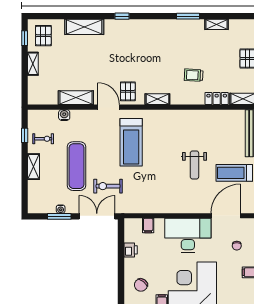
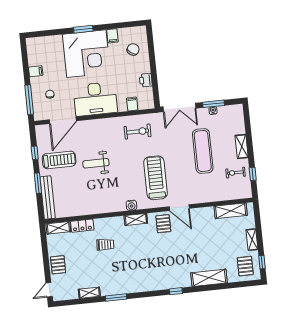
shelving: (76, 98) -> (231, 211), moved
water cooler: (64, 115) -> (131, 205), moved
weight bench: (194, 165) -> (96, 163), turned -90
exercise bike: (108, 186) -> (138, 132), moved

